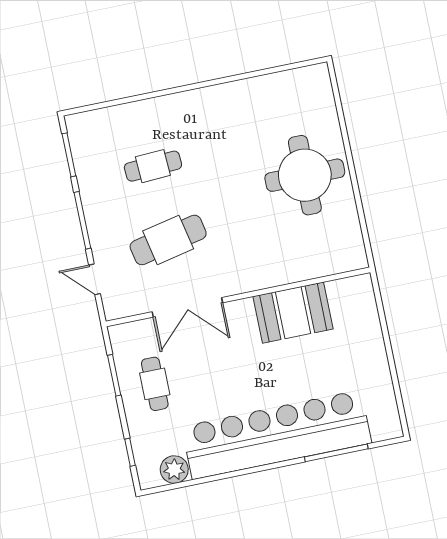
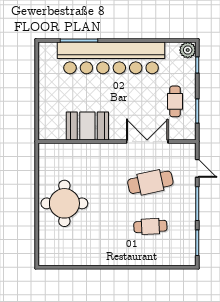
plant: (174, 470) -> (188, 50), moved

